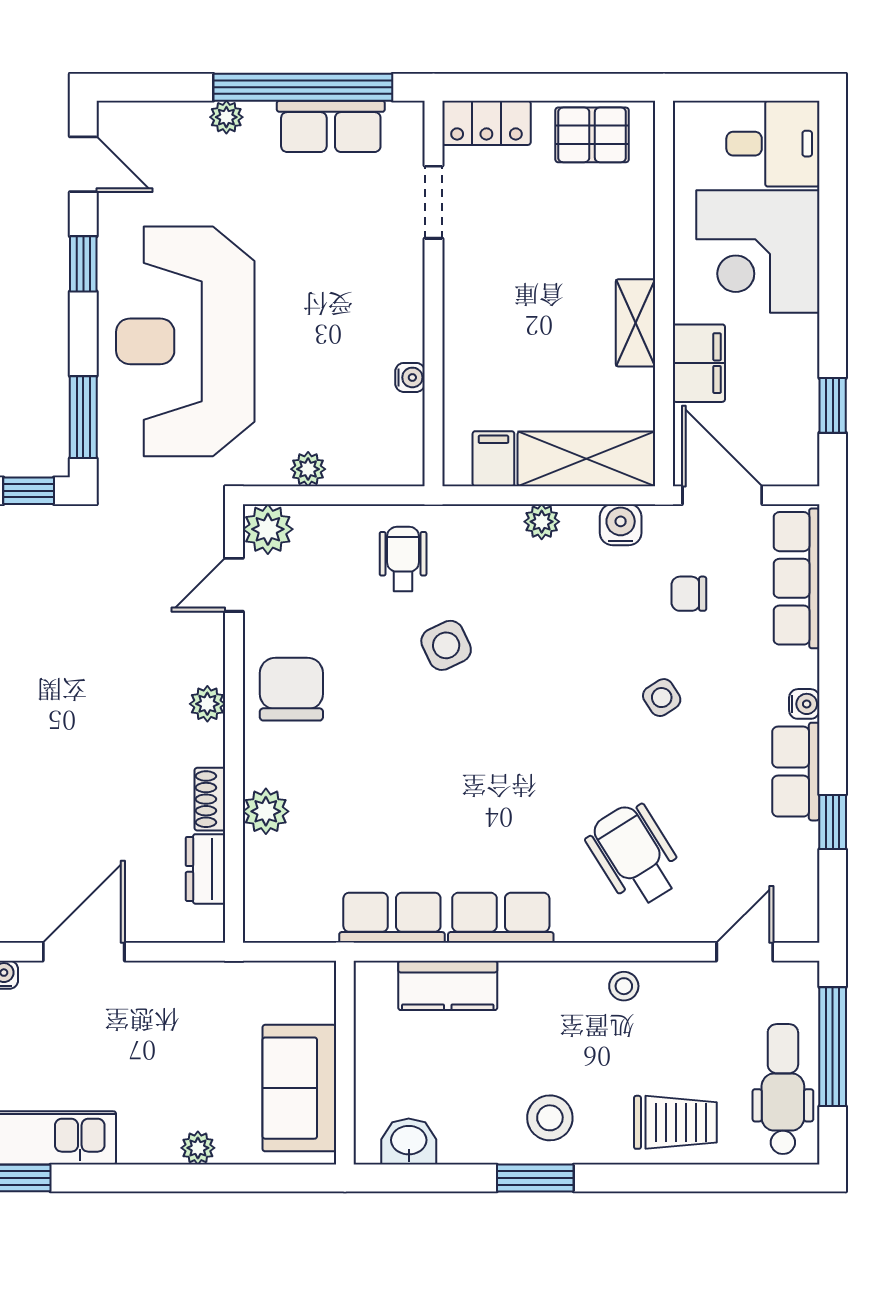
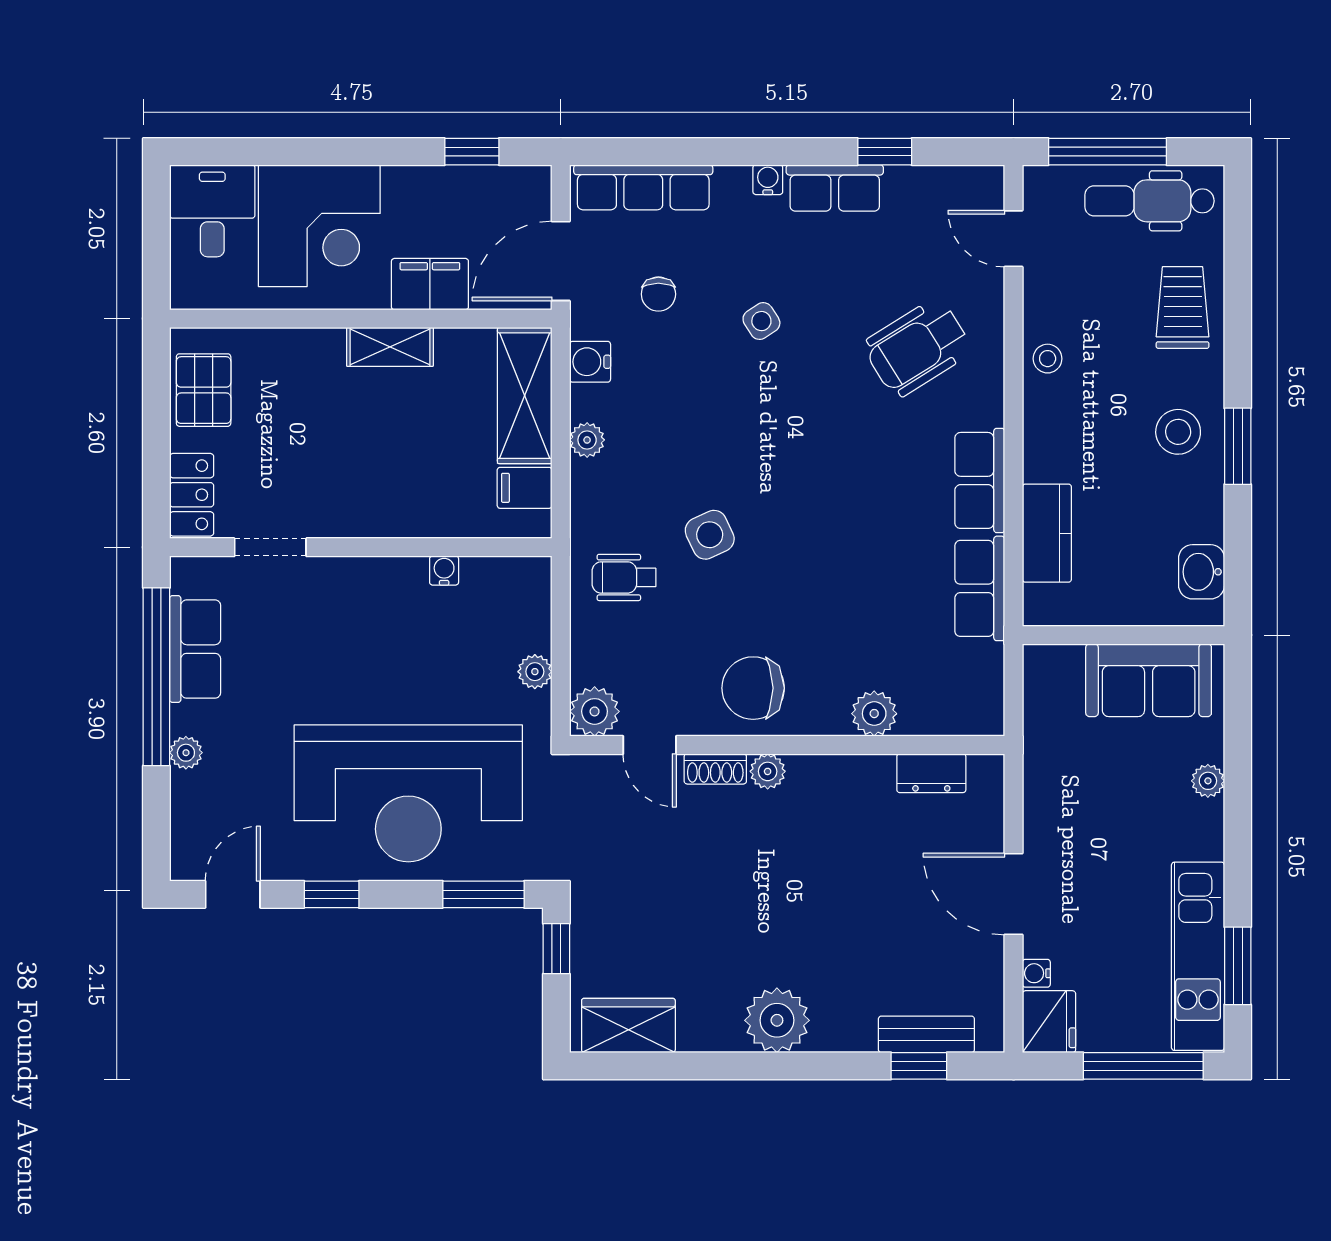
shoe rack: (210, 799) -> (715, 769), moved

